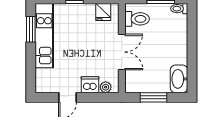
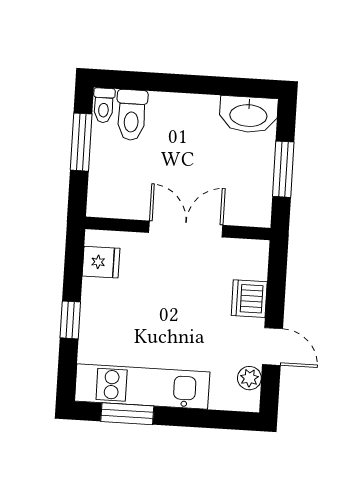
toilet: (137, 19) -> (132, 115), moved, turned 180
plant: (106, 87) -> (249, 378), moved

